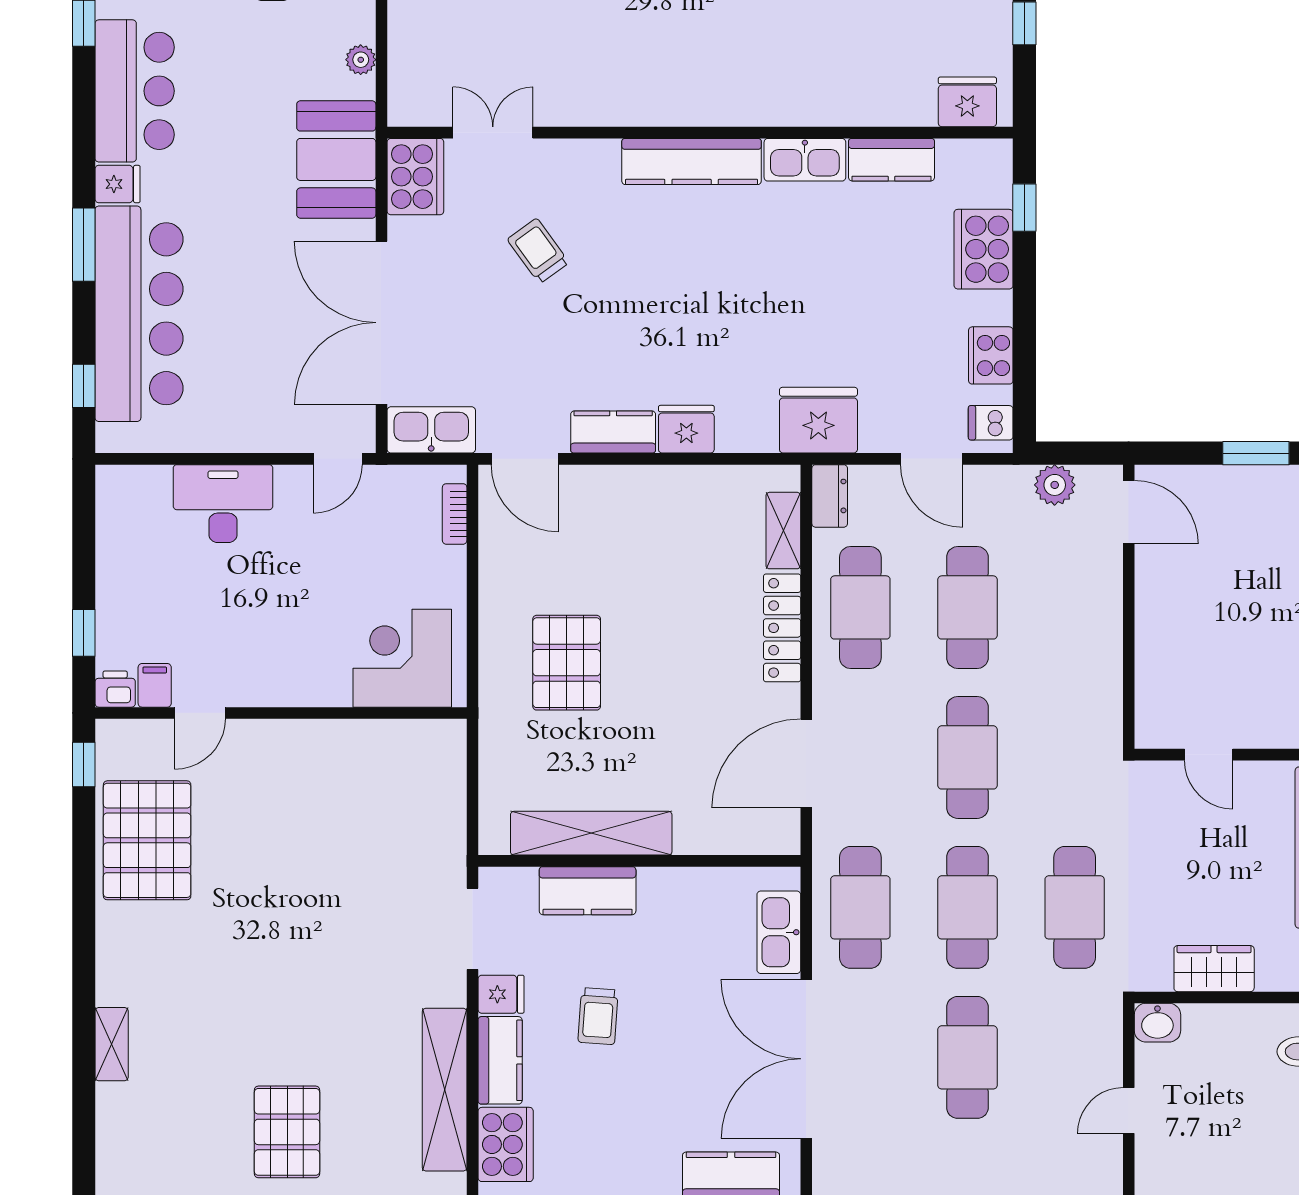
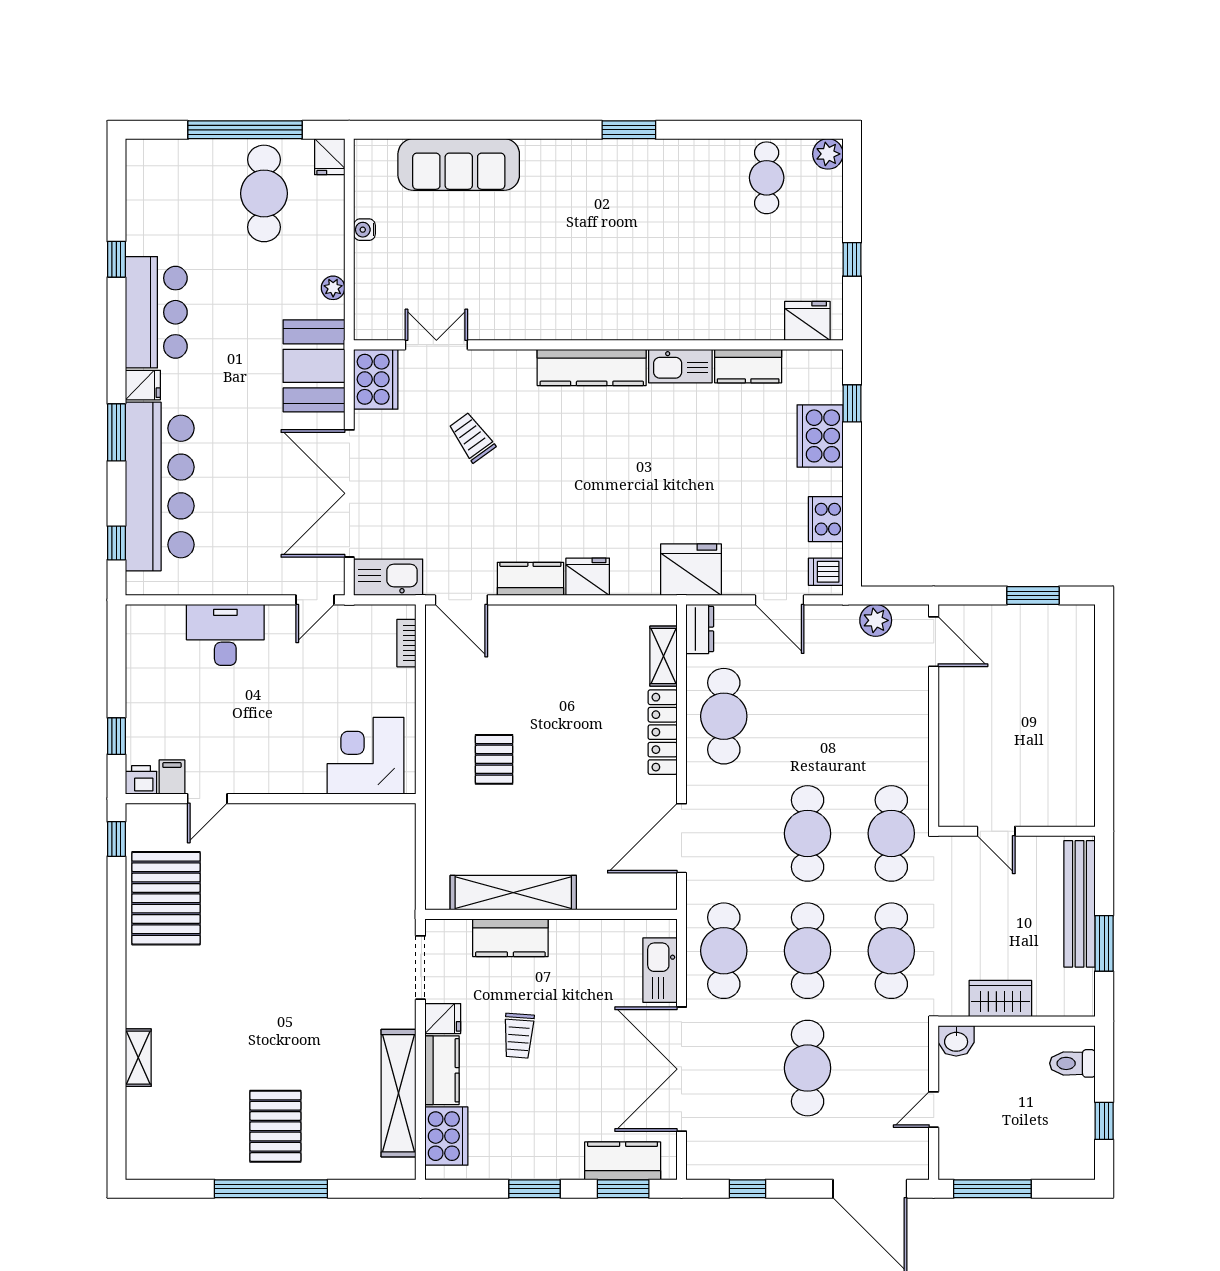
cafe table: (967, 607) -> (891, 833), moved
pallet: (567, 663) -> (494, 759), width x0.67, depth x0.71

